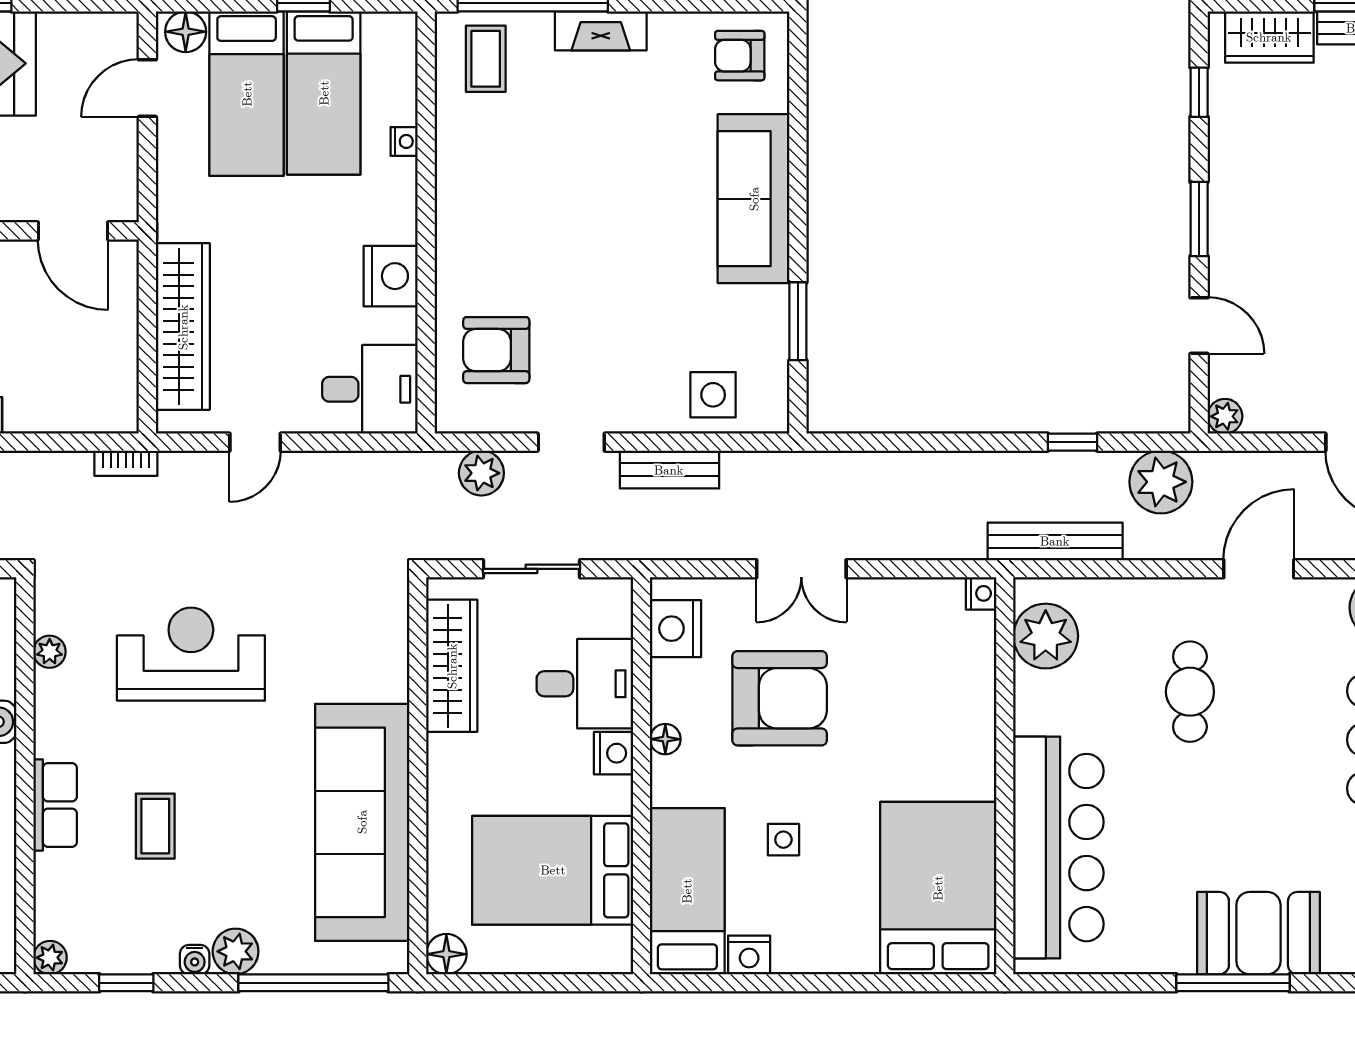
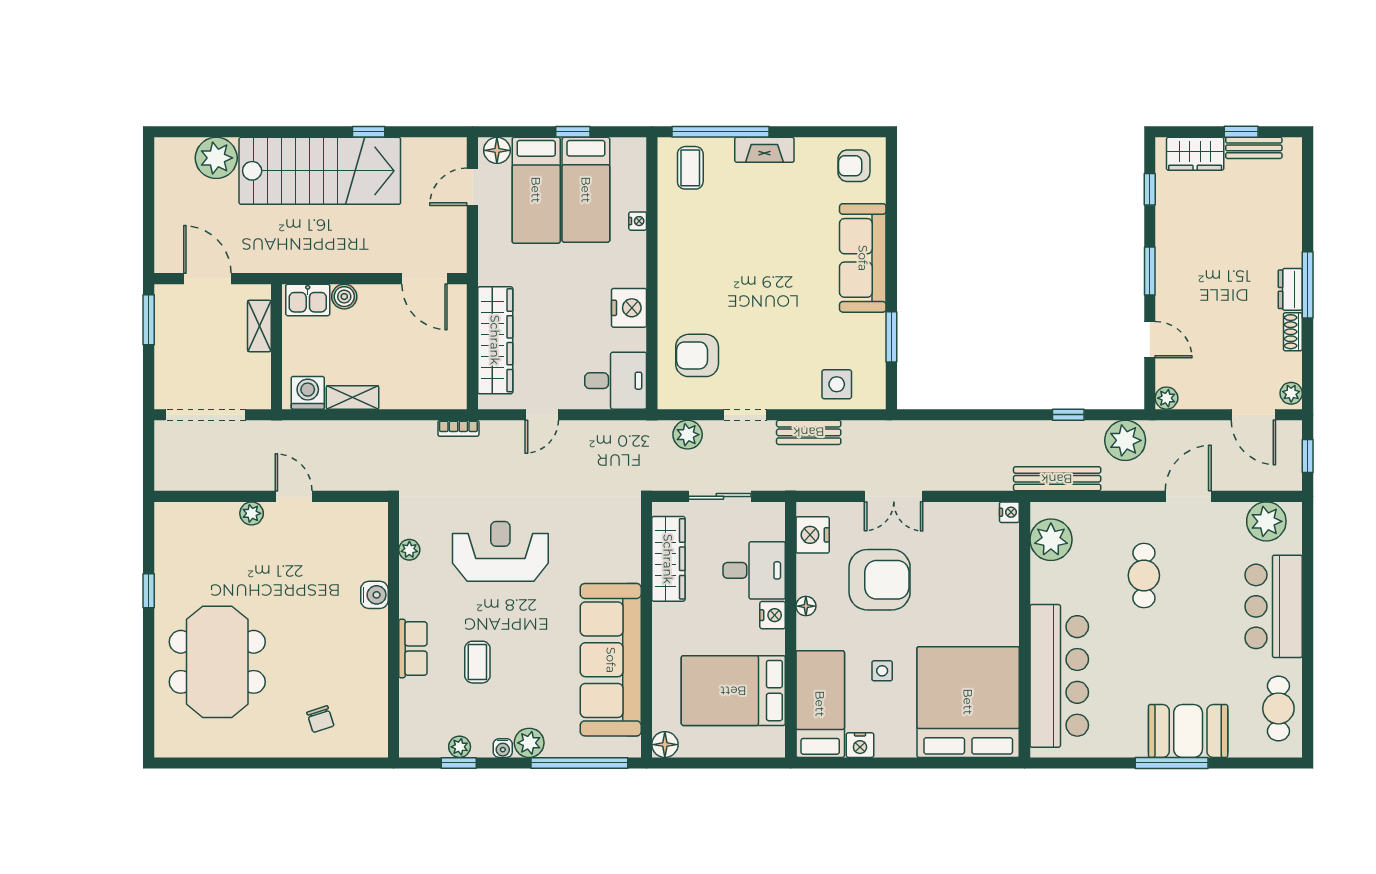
bed: (938, 888) -> (968, 702), width x1.36
plant: (50, 958) -> (460, 747), moved

